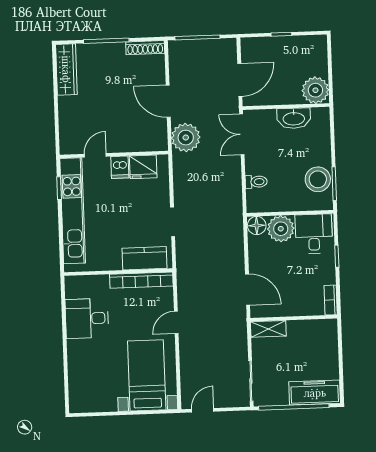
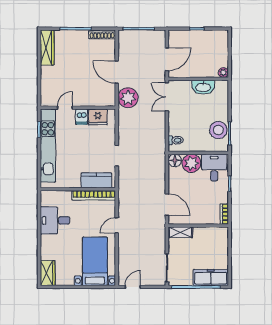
plant: (315, 90) -> (223, 73), width x0.53, depth x0.53
toilet: (256, 182) -> (176, 140), moved
wardrobe: (79, 395) -> (48, 273), added

